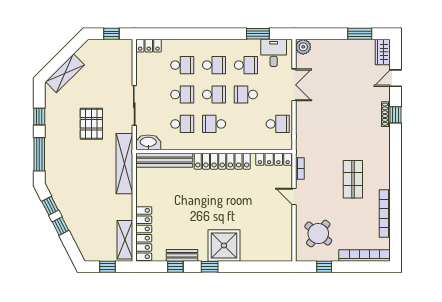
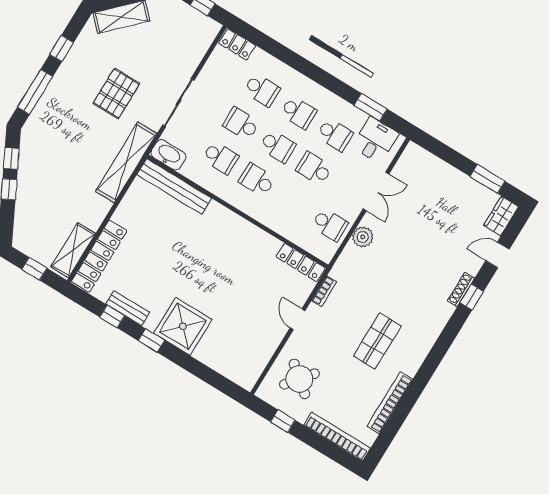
plant: (303, 47) -> (363, 237), moved
school desk: (182, 95) -> (241, 124), turned 180
locker: (222, 161) -> (240, 228), removed

